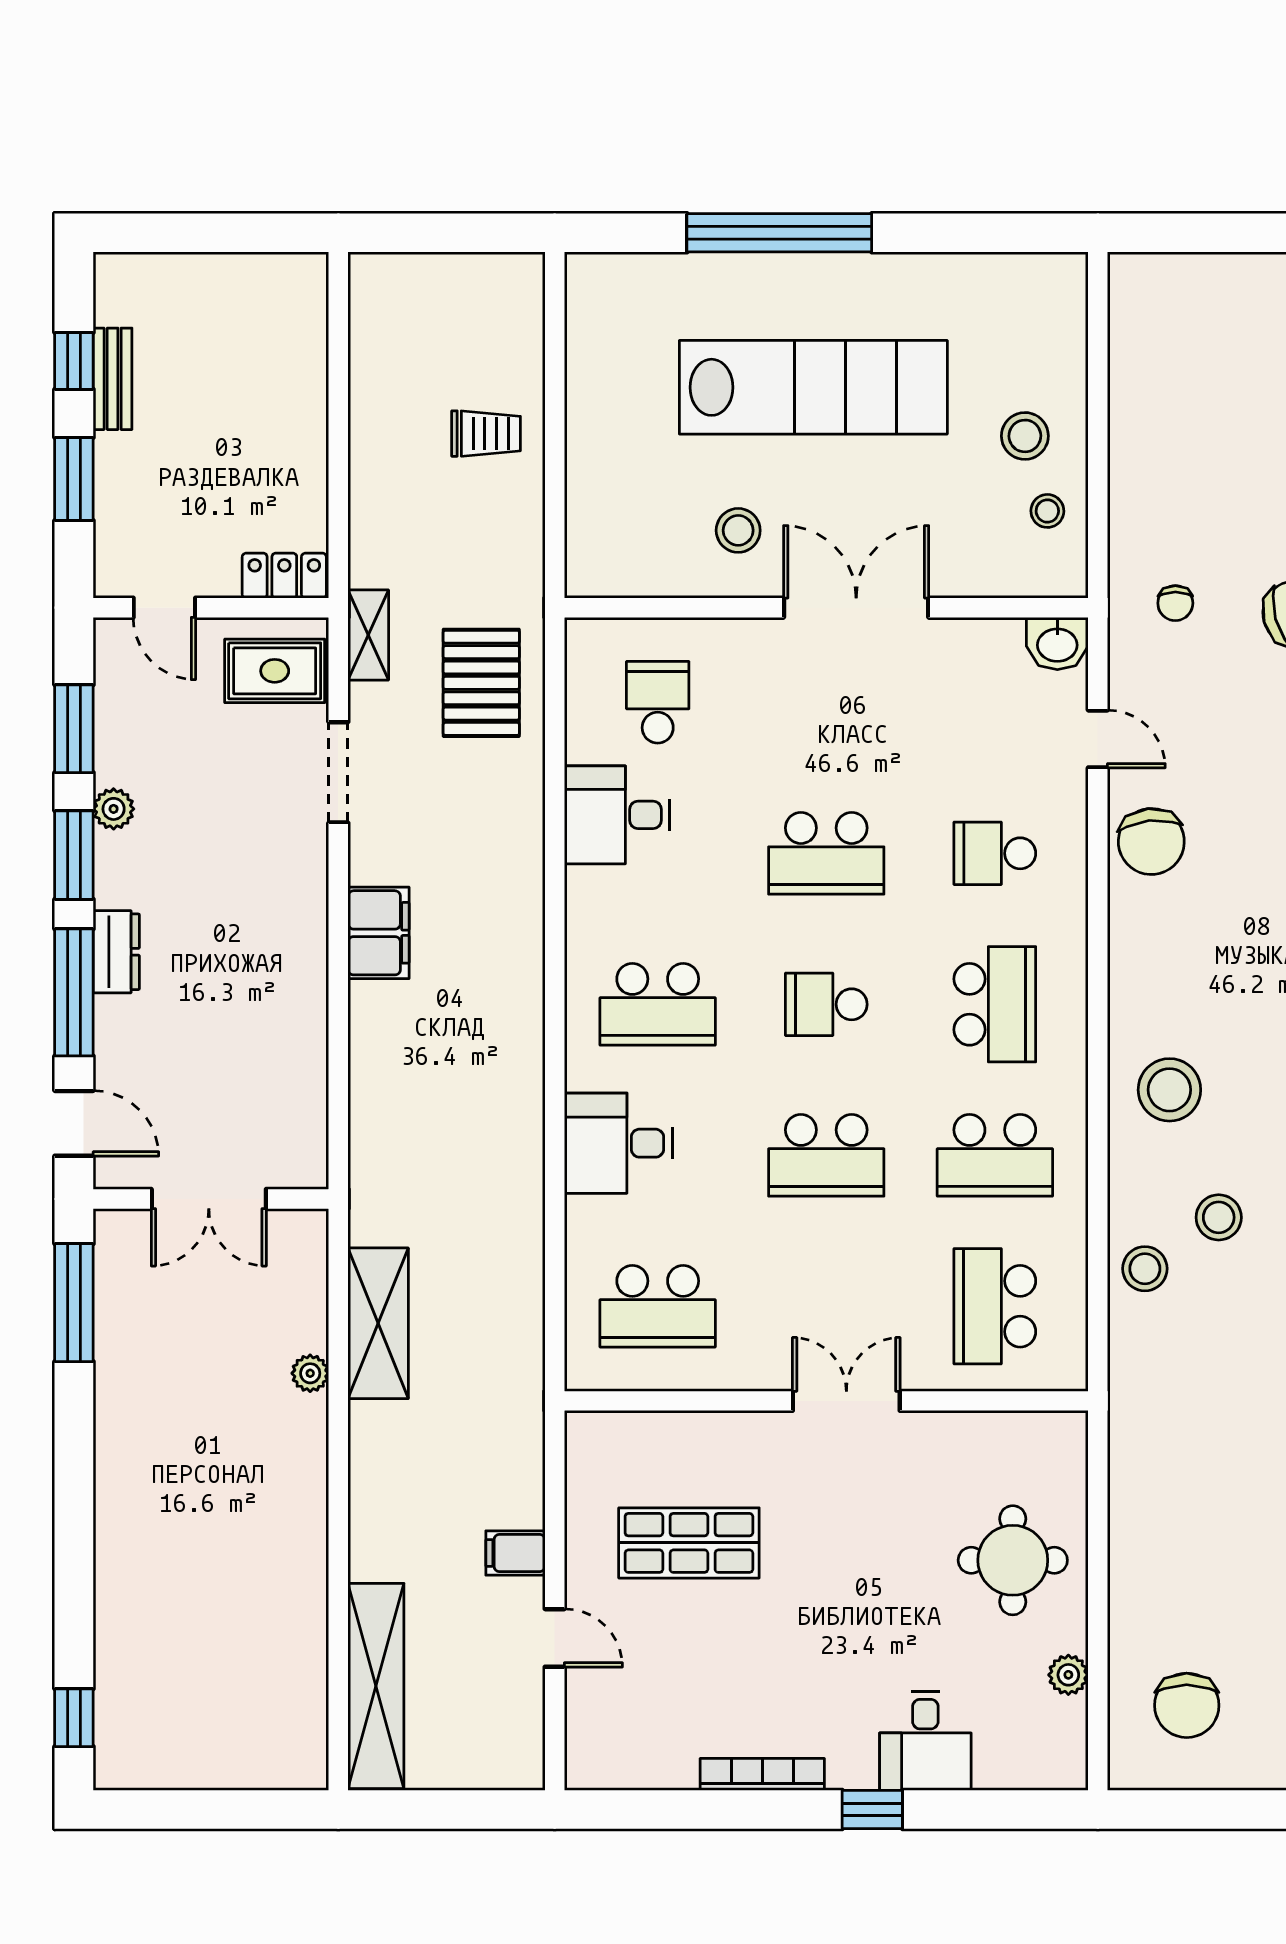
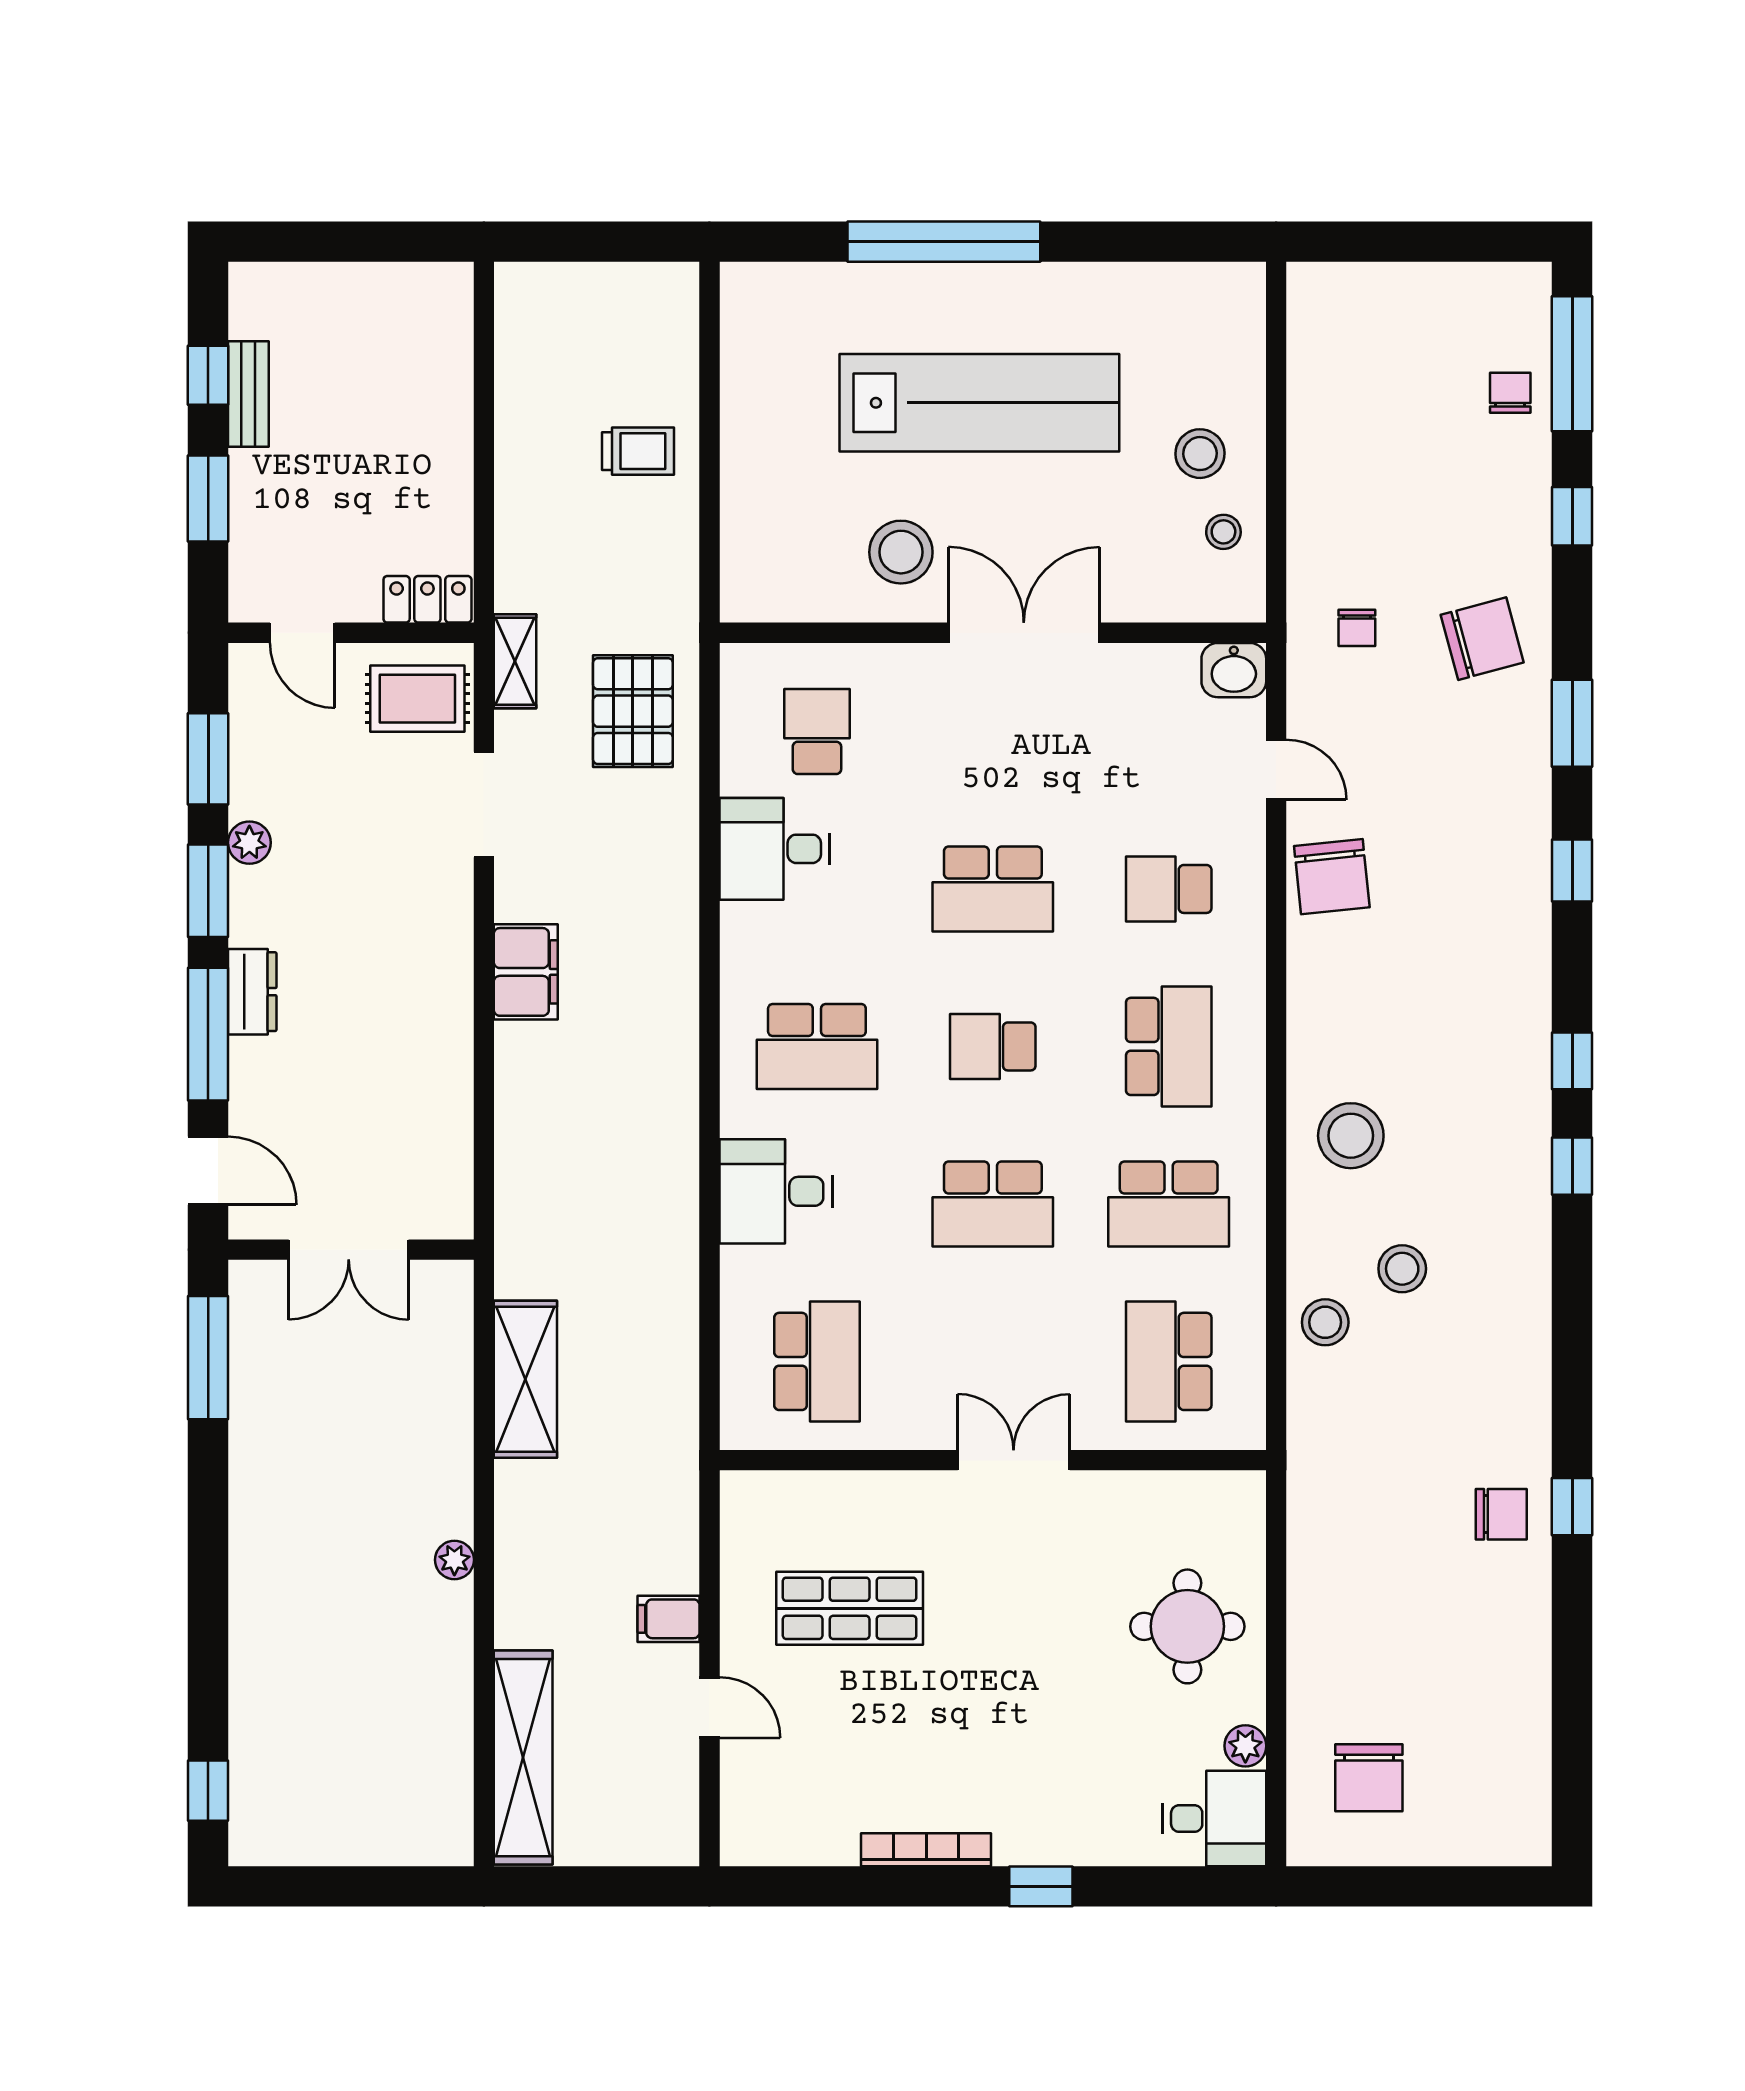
stool: (738, 530) -> (901, 552), width x1.38, depth x1.38
school desk: (658, 1306) -> (817, 1361), turned -90
plant: (310, 1373) -> (454, 1560), moved
desk: (925, 1741) -> (1215, 1819), moved, turned -90

